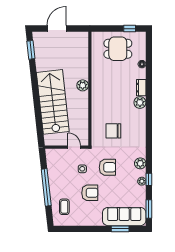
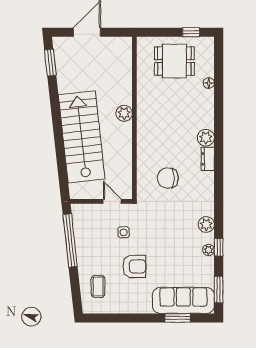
dresser: (141, 88) -> (208, 159), moved
armchair: (107, 167) -> (159, 230), removed
window: (46, 187) -> (70, 240), moved

